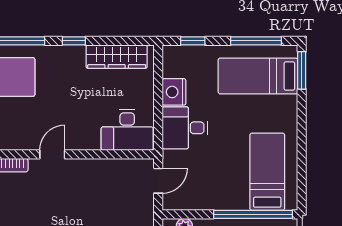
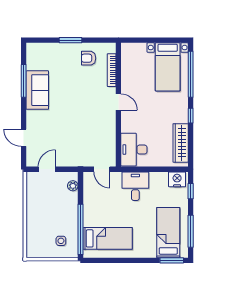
nightstand: (174, 92) -> (177, 179), moved

